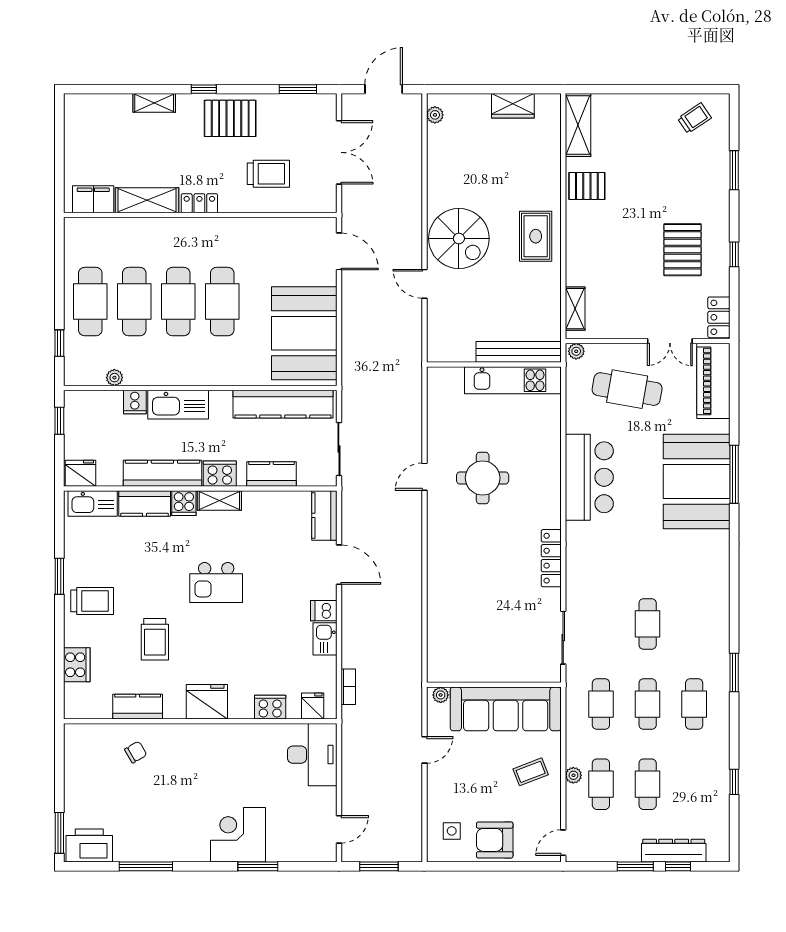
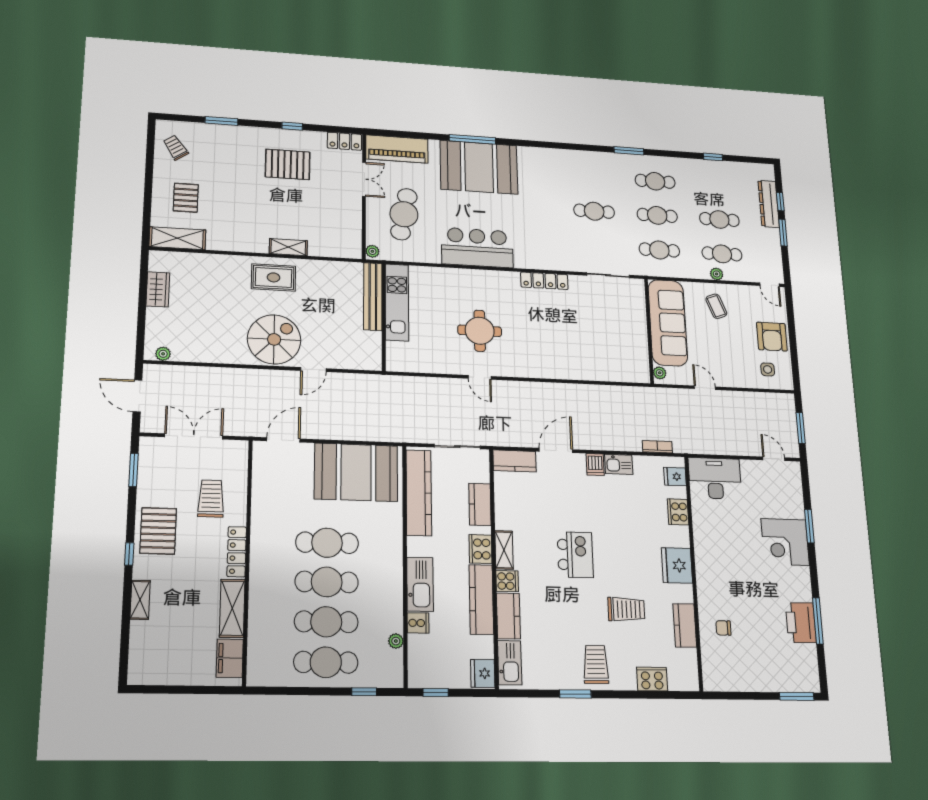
pallet: (587, 186) -> (186, 198), moved
locker: (199, 203) -> (237, 552), width x1.53
shelving: (575, 309) -> (288, 247), moved
chair: (136, 752) -> (723, 628), turned -60
printer: (89, 845) -> (801, 623), moved

